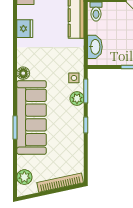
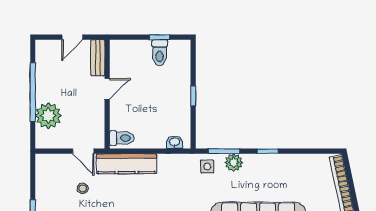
washbasin: (95, 47) -> (175, 142), width x0.52, depth x0.69

